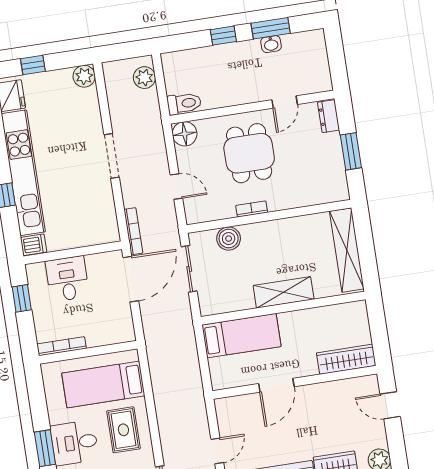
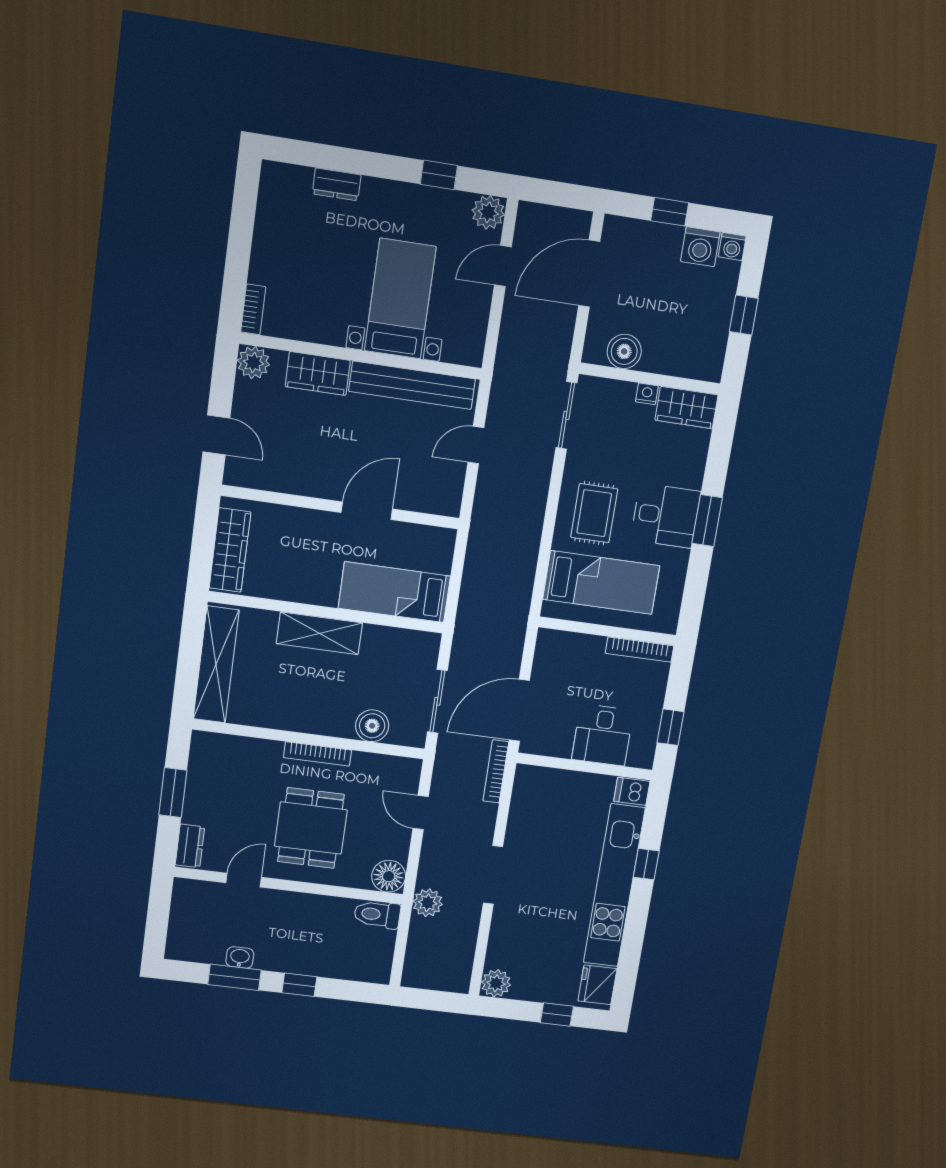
plant: (144, 78) -> (428, 903), moved
bookcase: (252, 209) -> (317, 754), width x1.56
wardrobe: (346, 359) -> (230, 550), moved, turned -90

